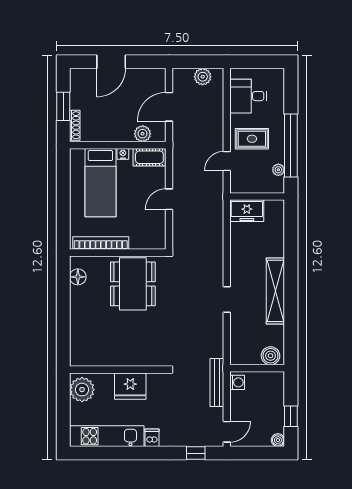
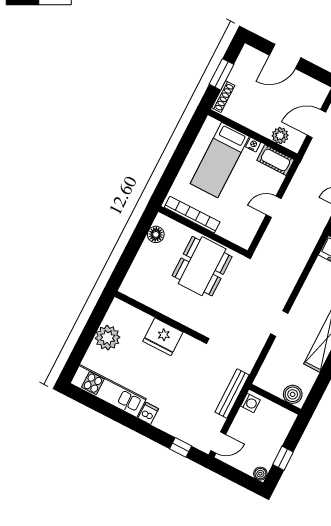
wall: (118, 370) -> (159, 316), moved
fridge: (130, 386) -> (163, 337), moved

